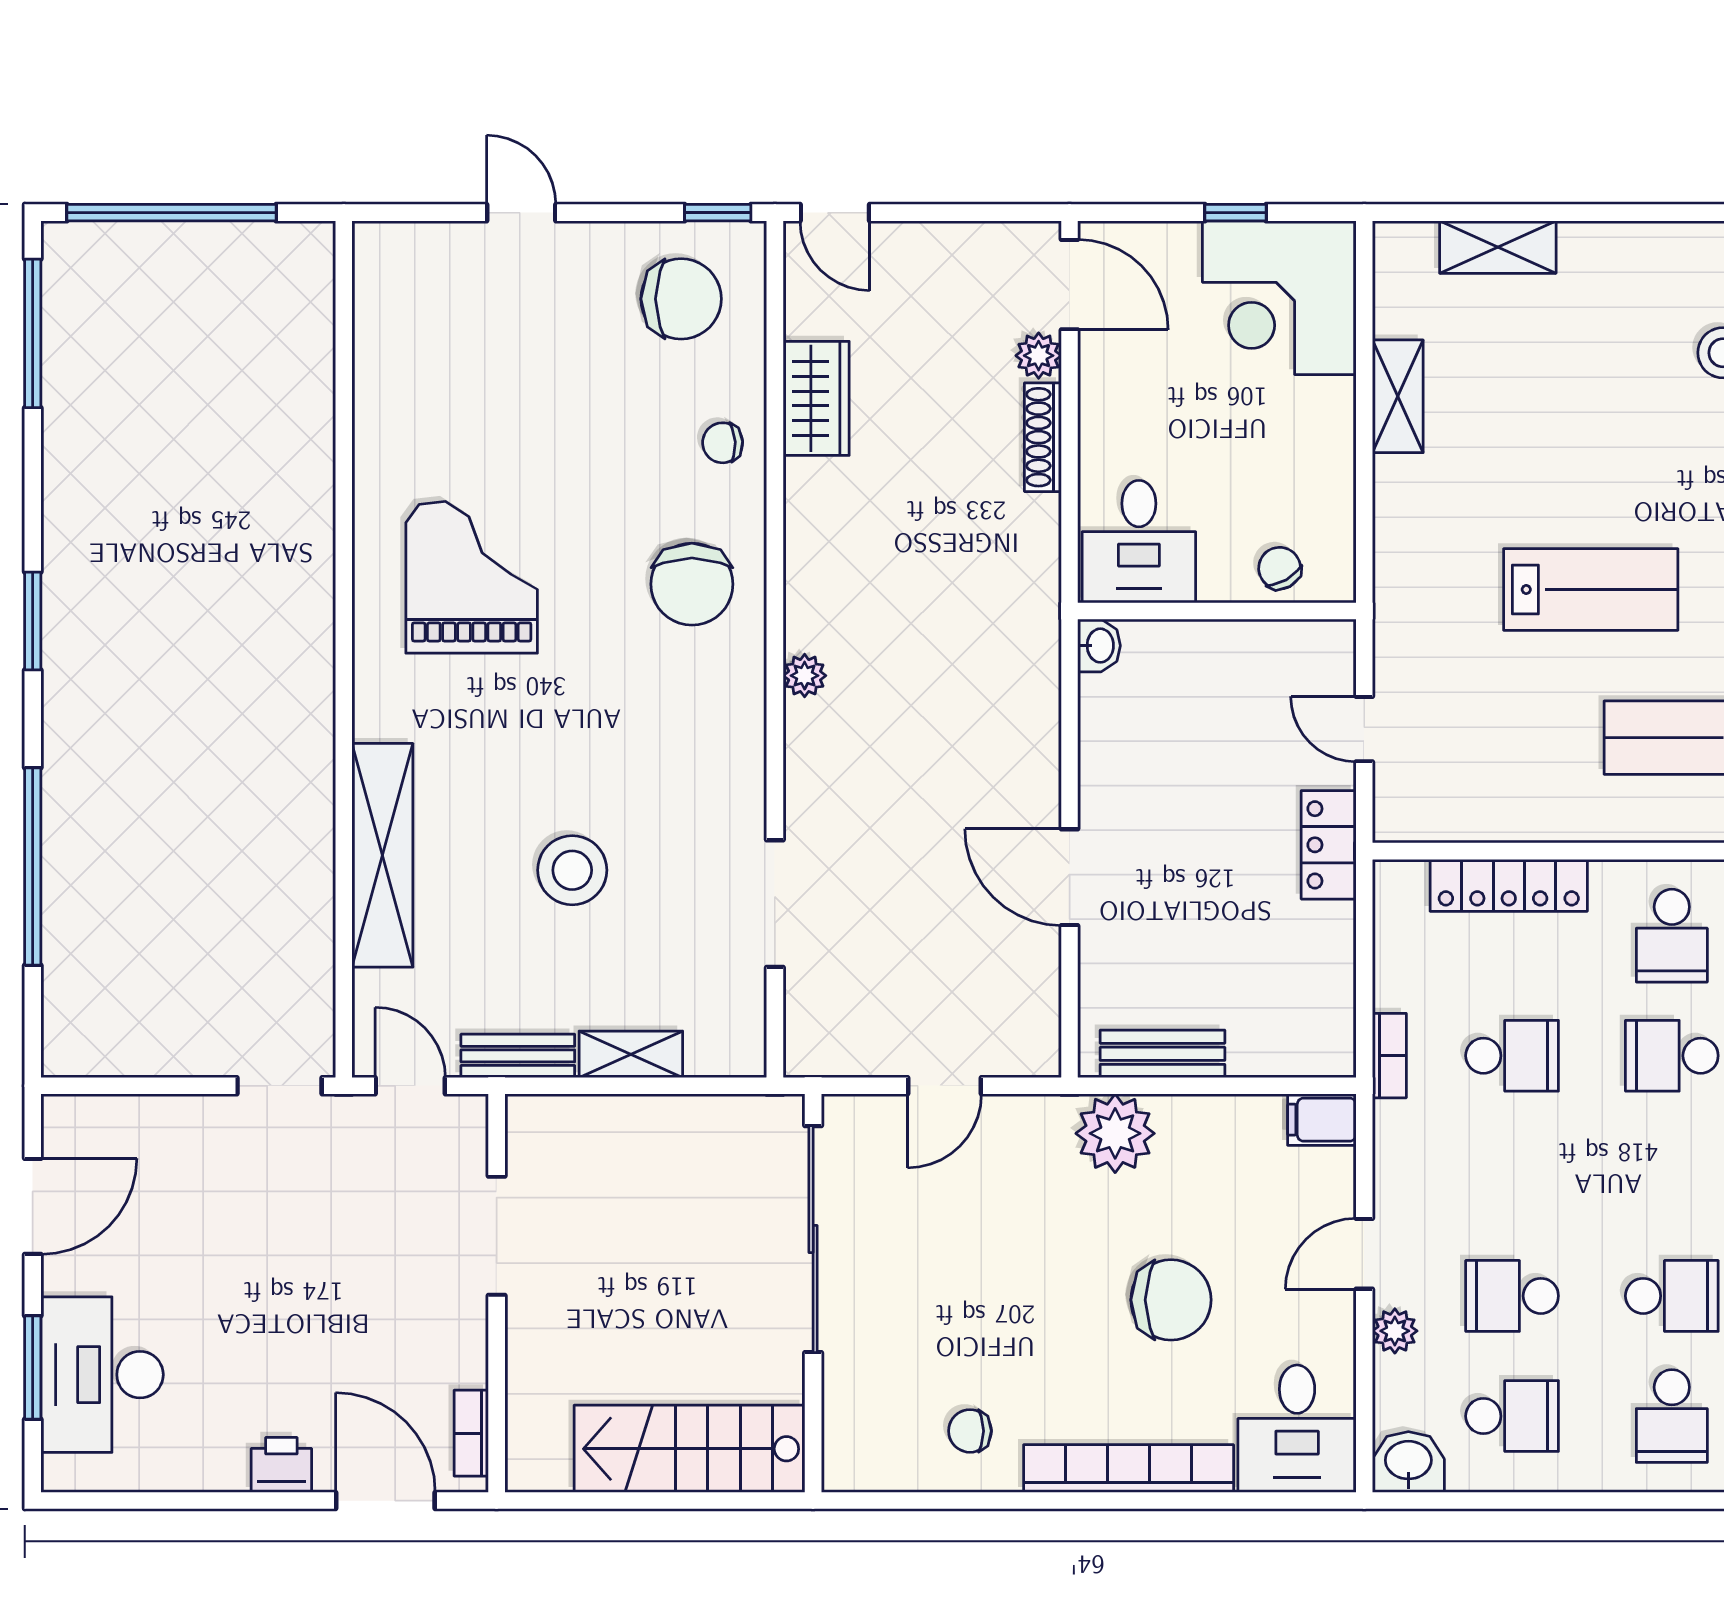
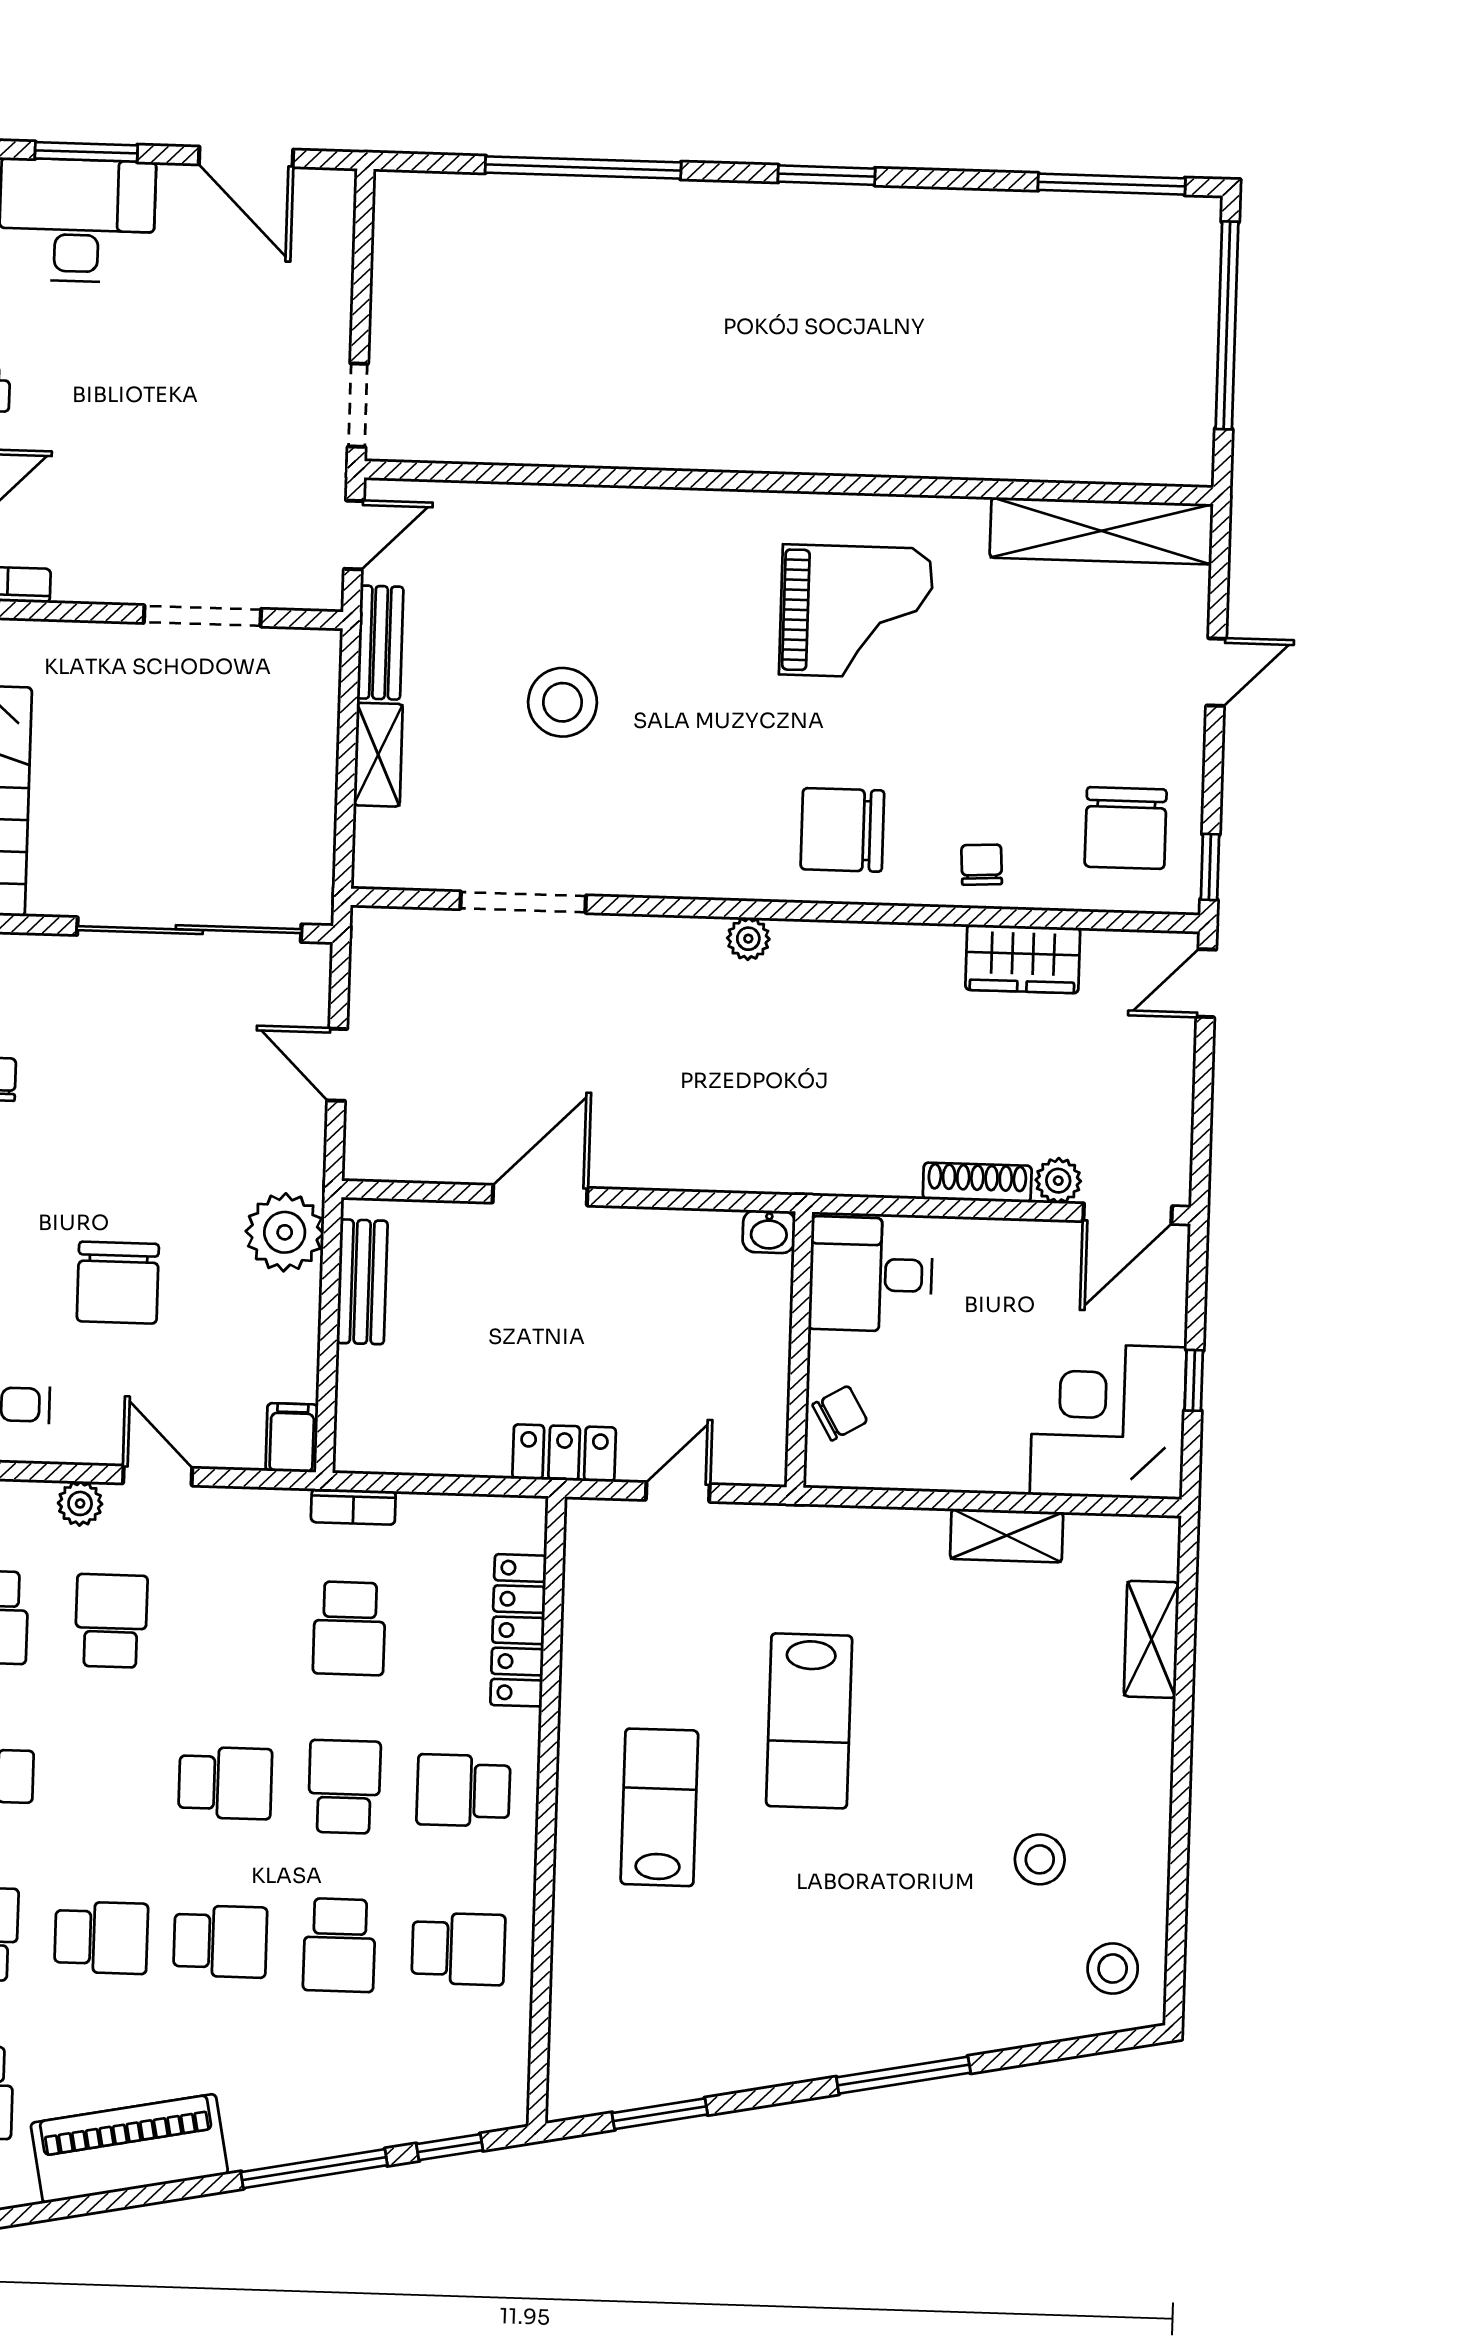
shelving: (382, 855) -> (1101, 531), moved
school desk: (1672, 1296) -> (225, 1783), moved, turned -90

